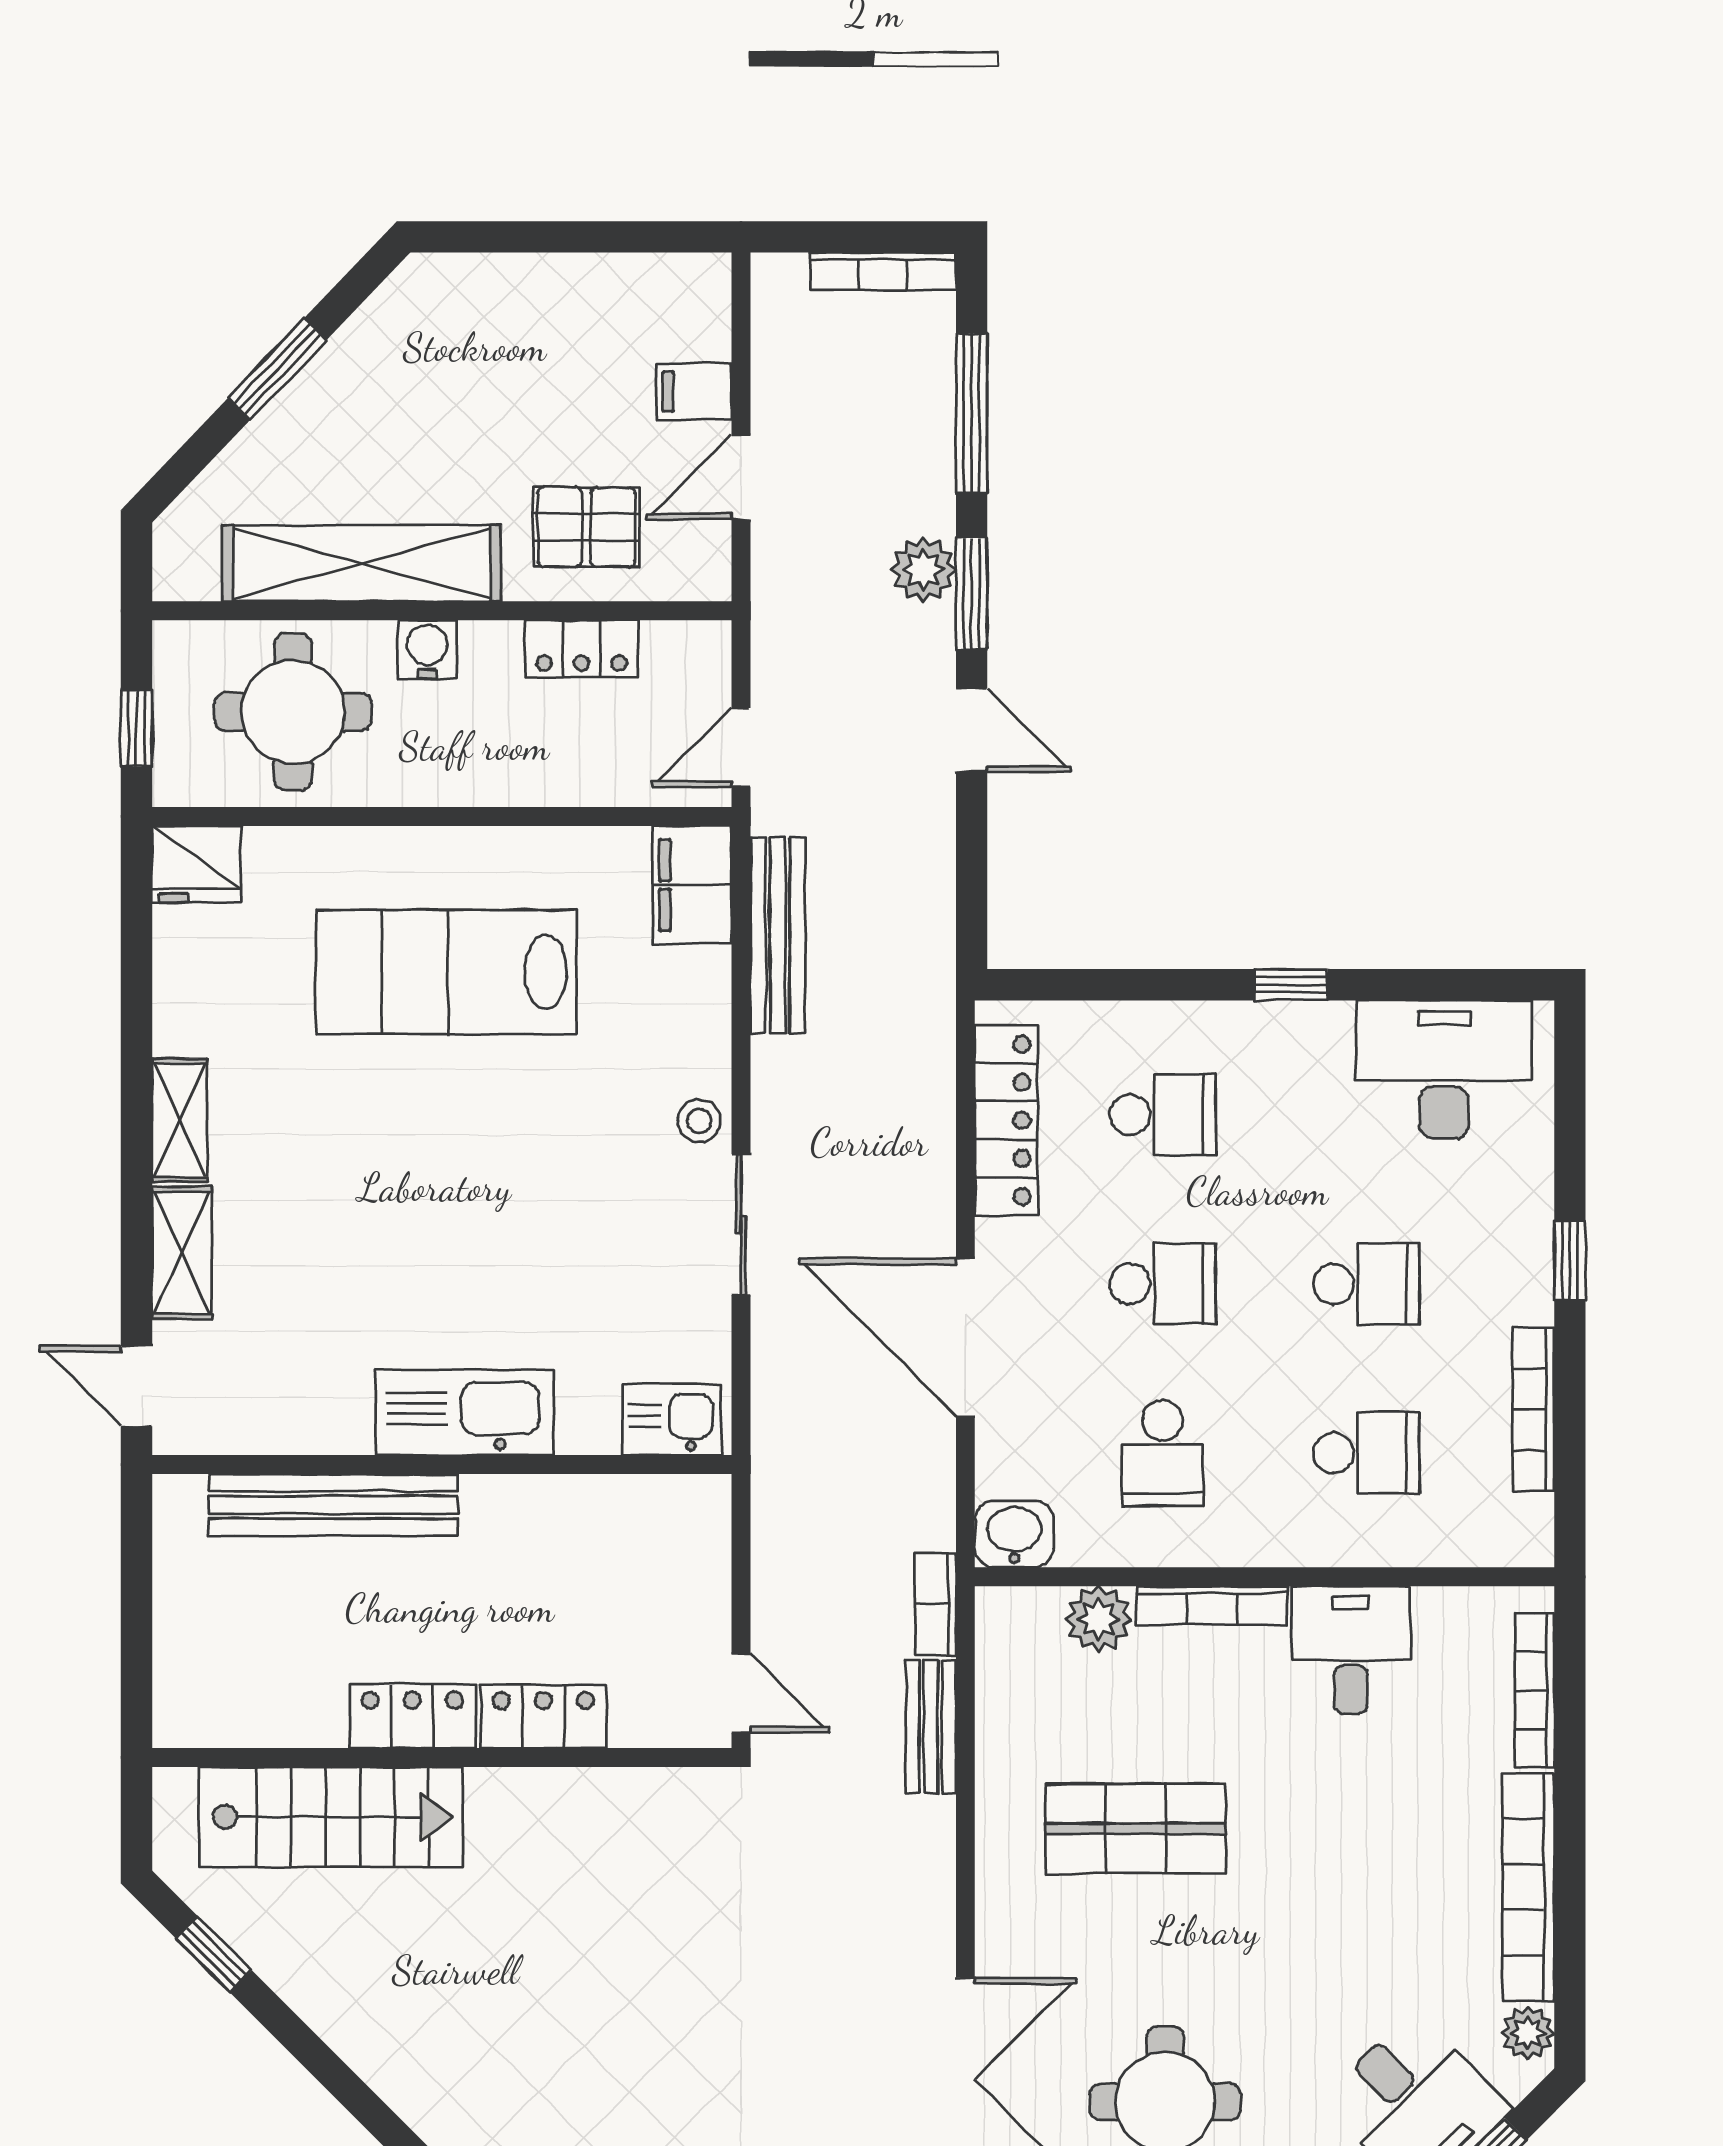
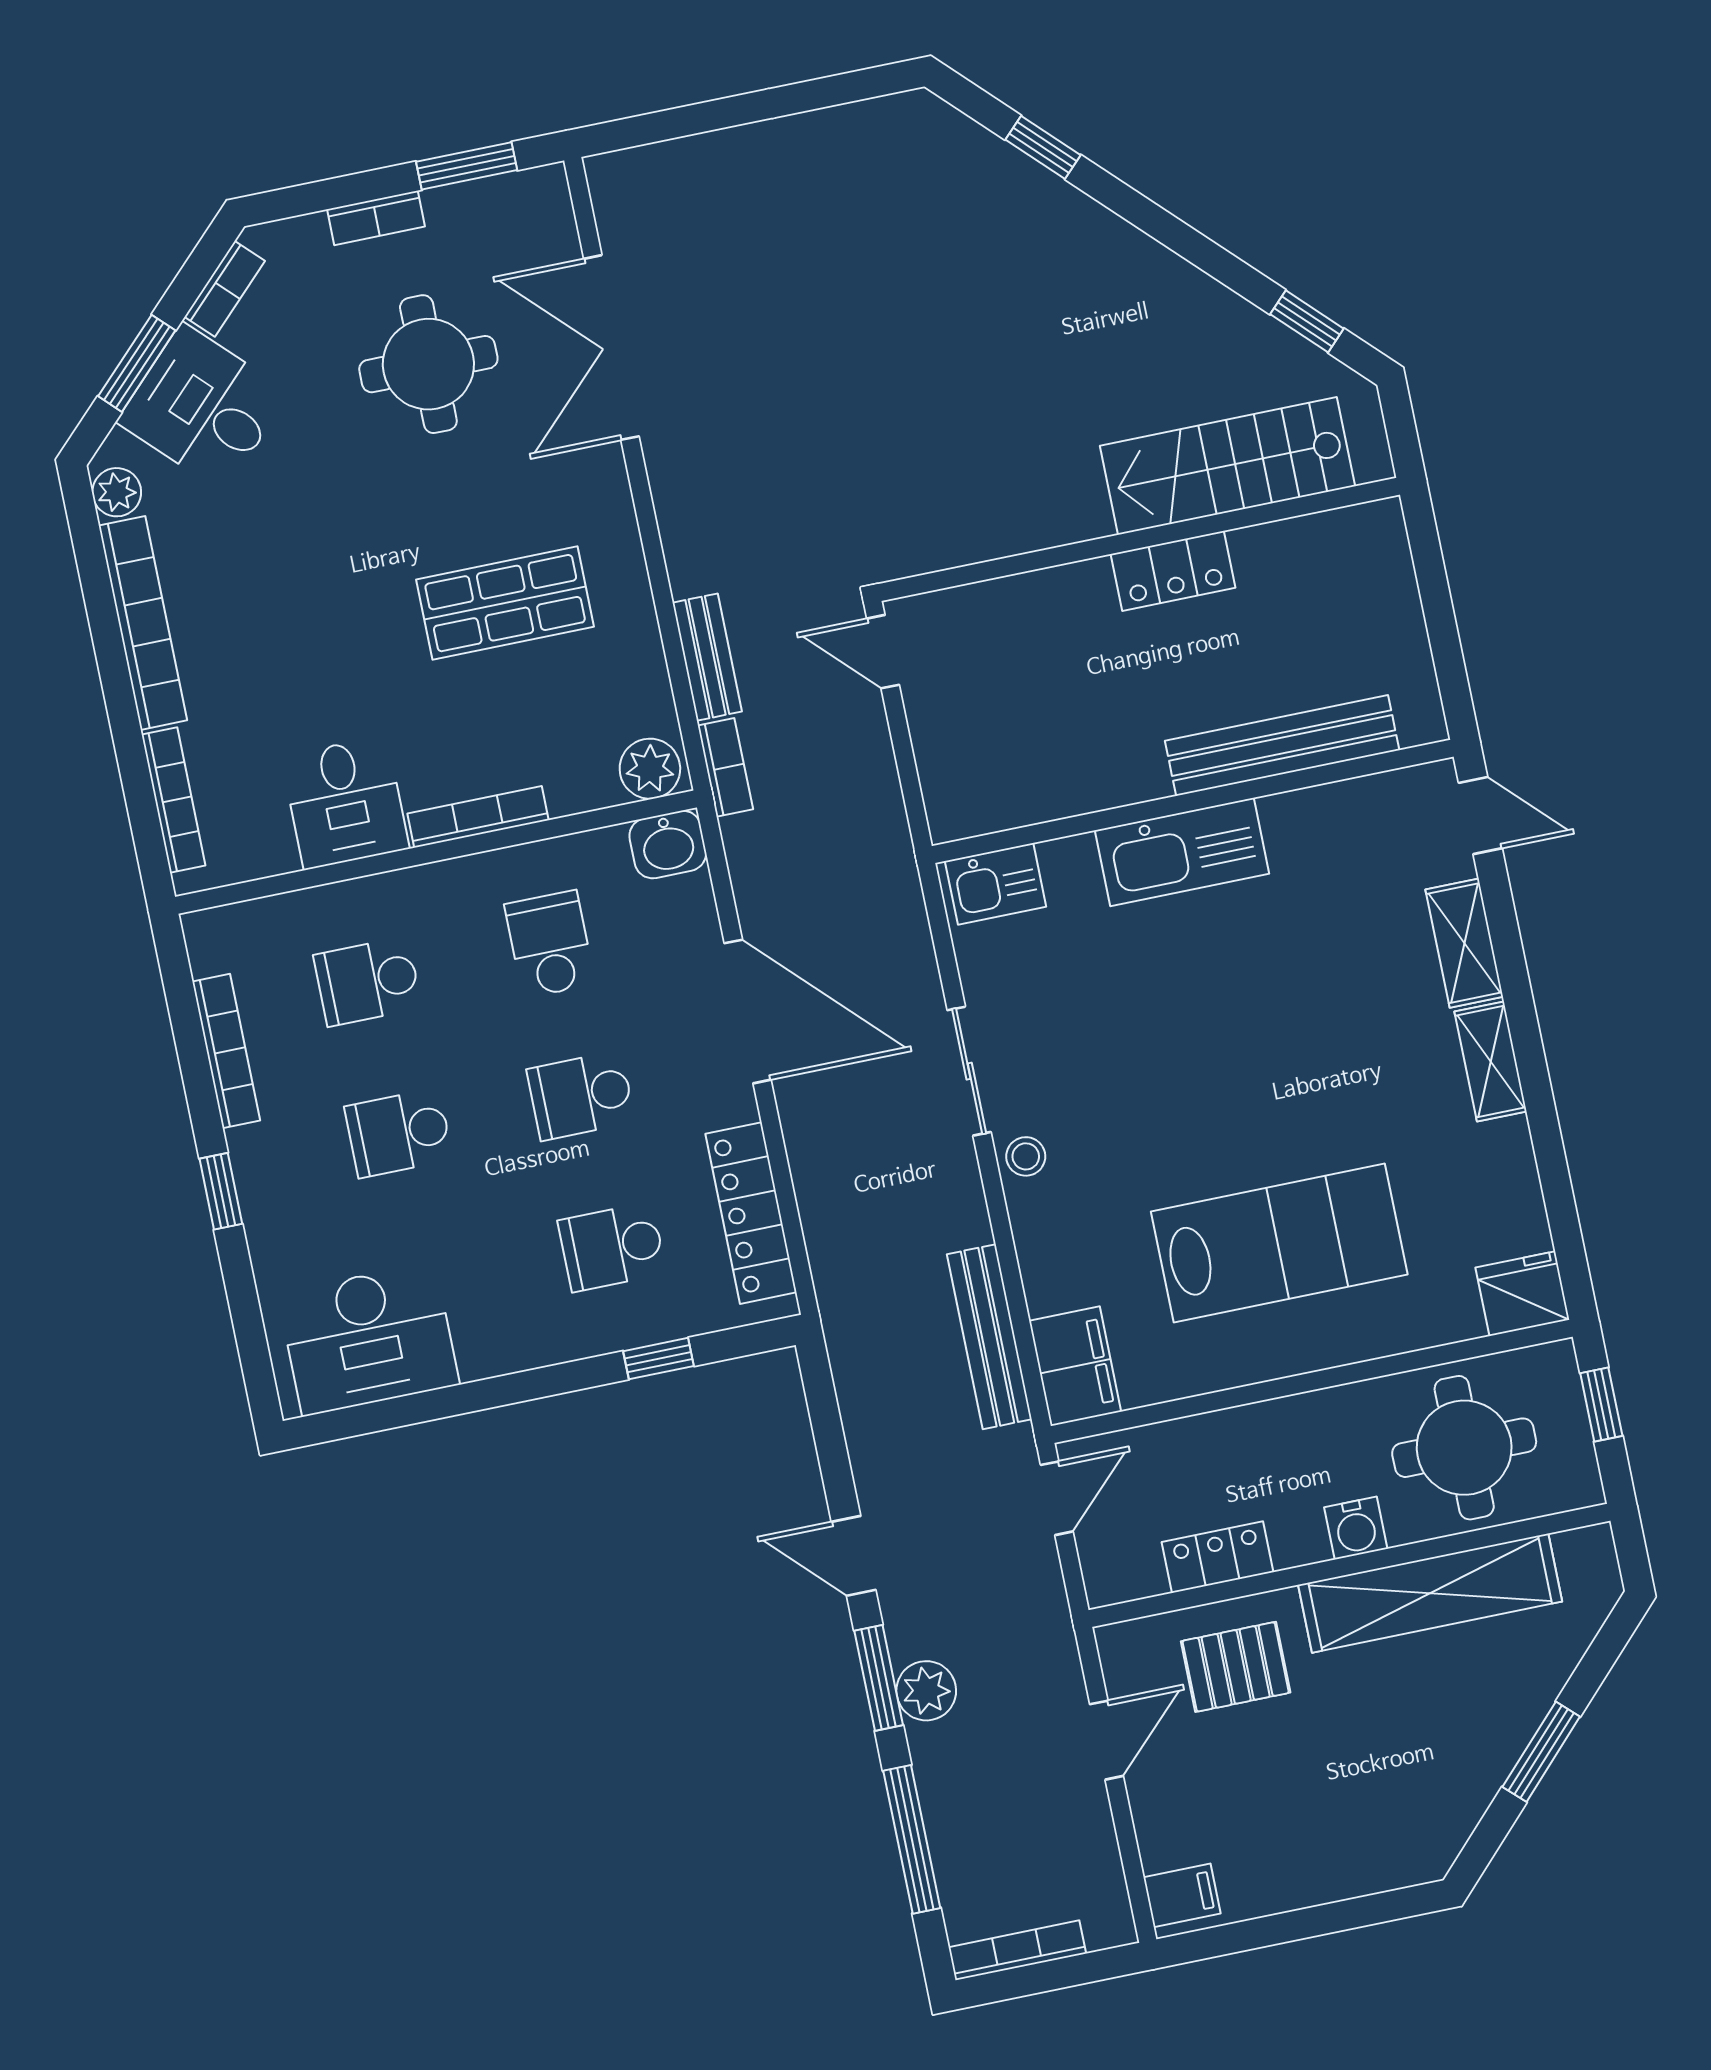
filing cabinet: (694, 391) -> (1182, 1895), moved
window: (1291, 985) -> (658, 1359), moved
plant: (1099, 1619) -> (650, 769), moved
locker: (543, 1716) -> (1056, 595), removed

